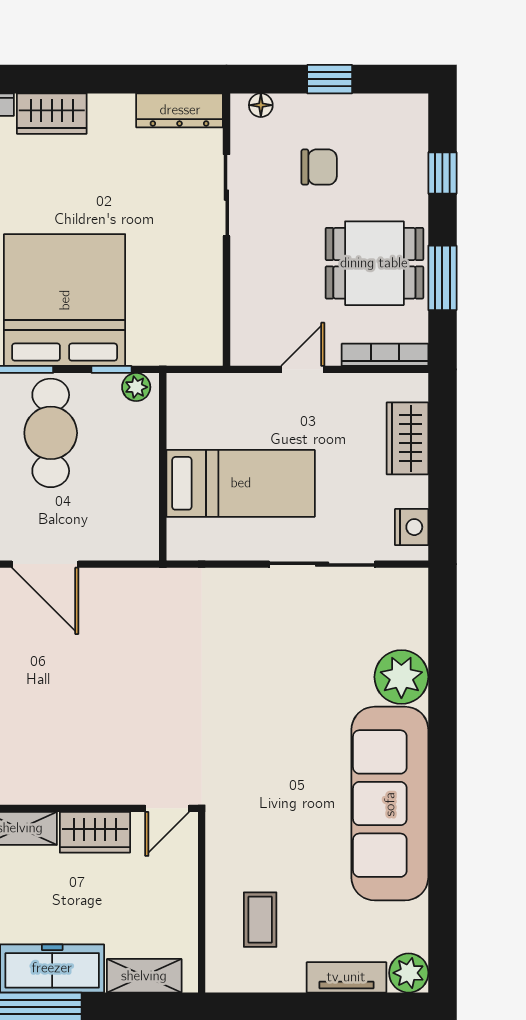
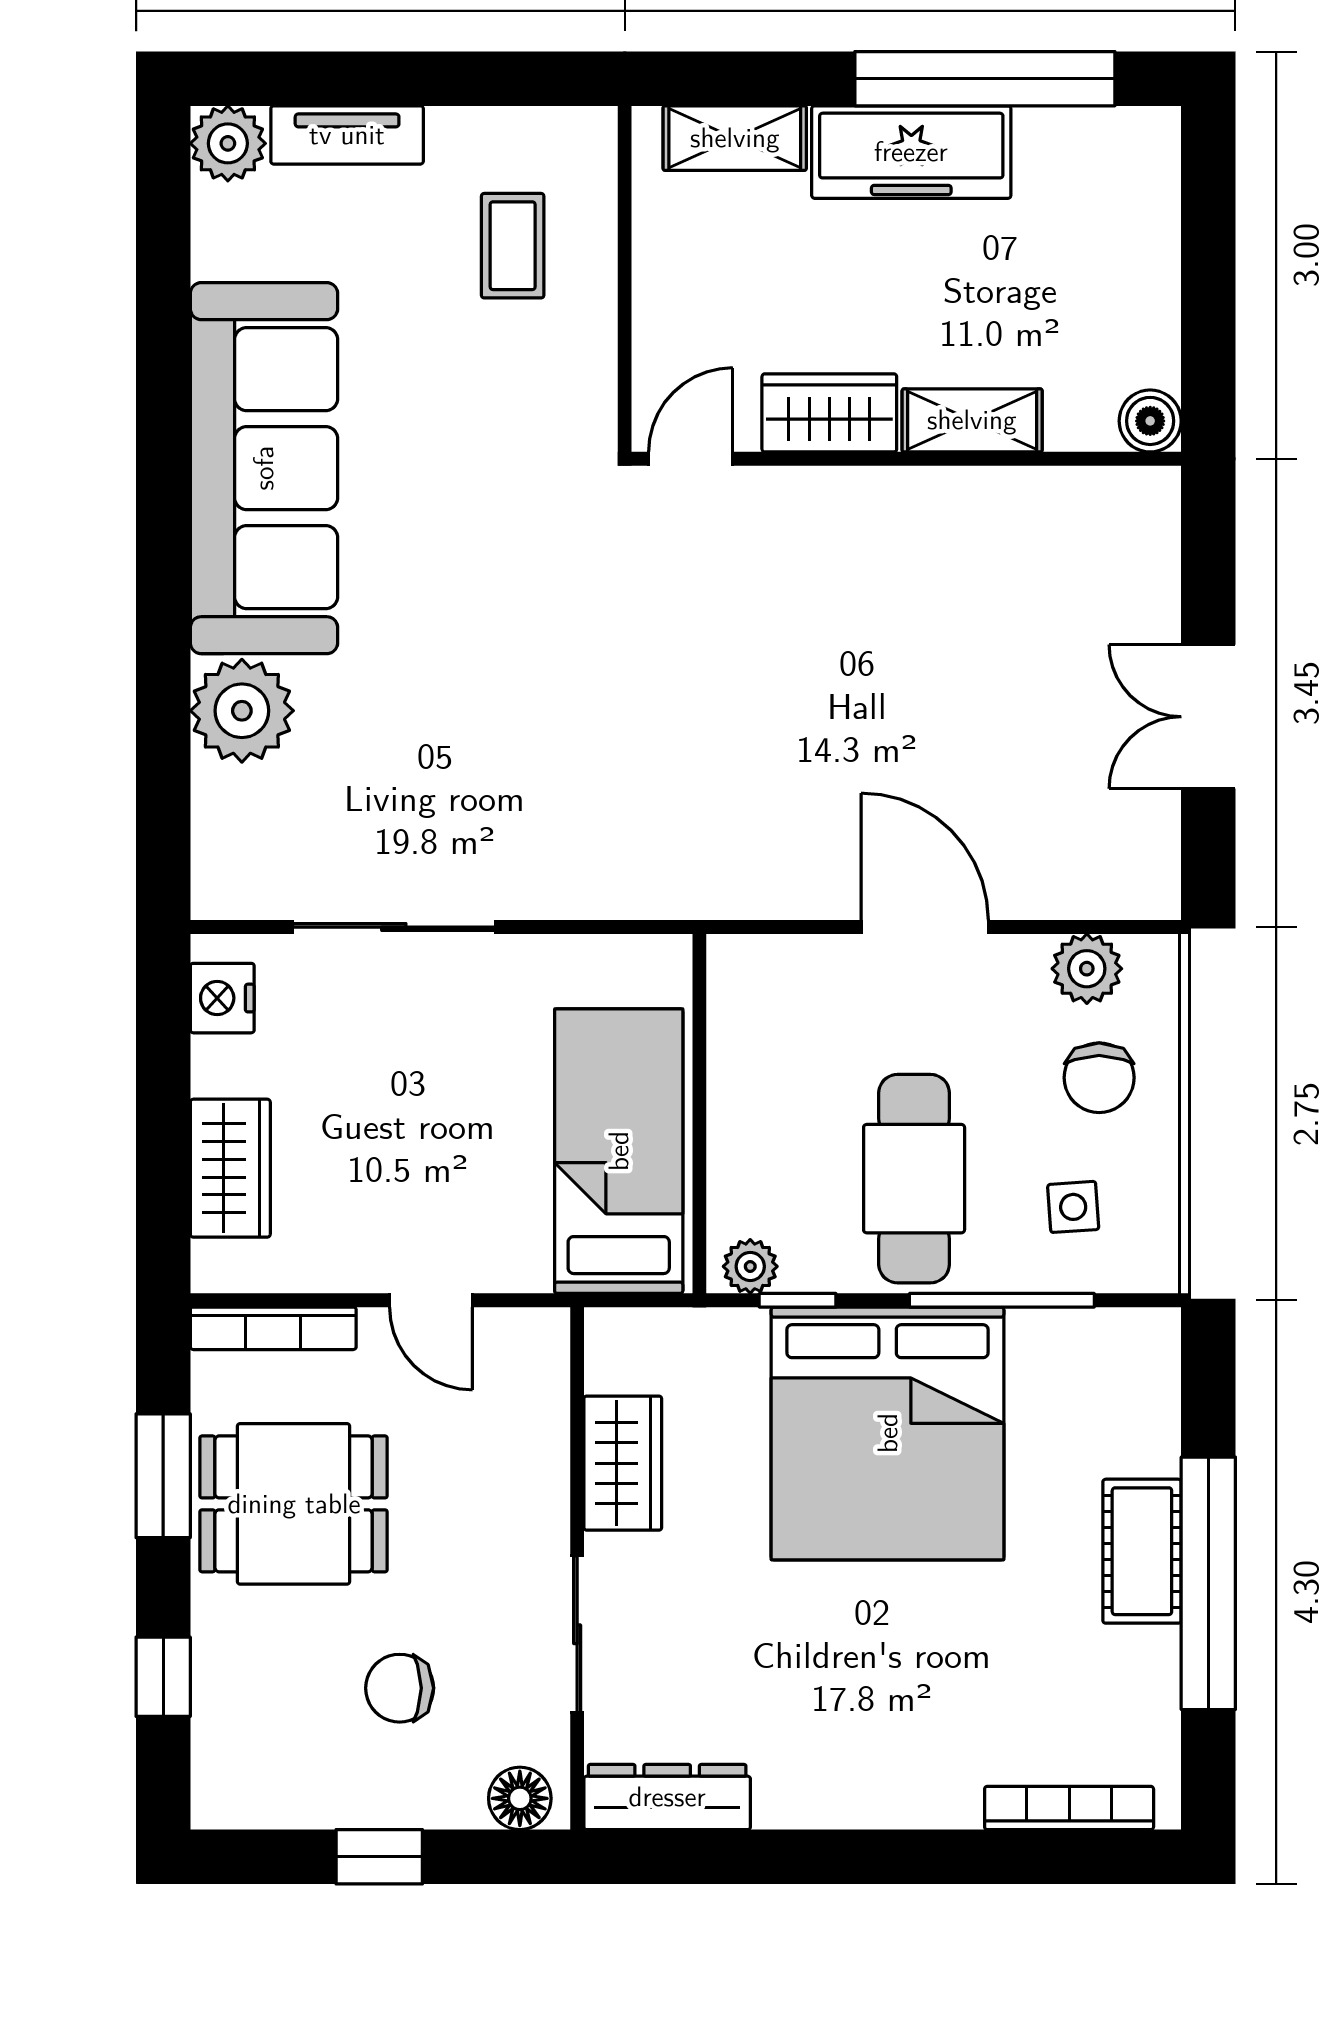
floor lamp: (261, 105) -> (520, 1798), width x1.37, depth x1.37
wardrobe: (52, 114) -> (623, 1463), moved, turned 90
door: (303, 369) -> (431, 1300), hinge flipped
bed: (241, 483) -> (619, 1151), moved, turned 90

